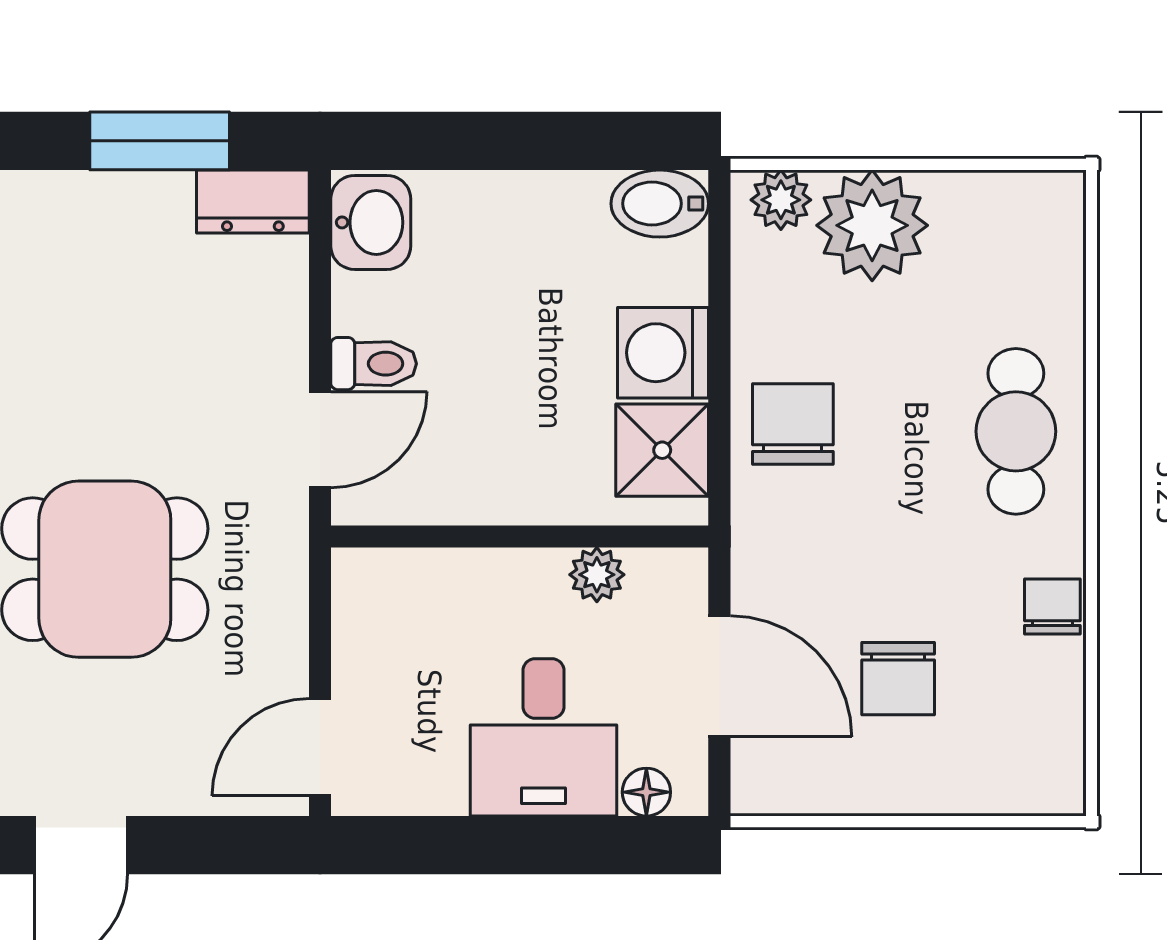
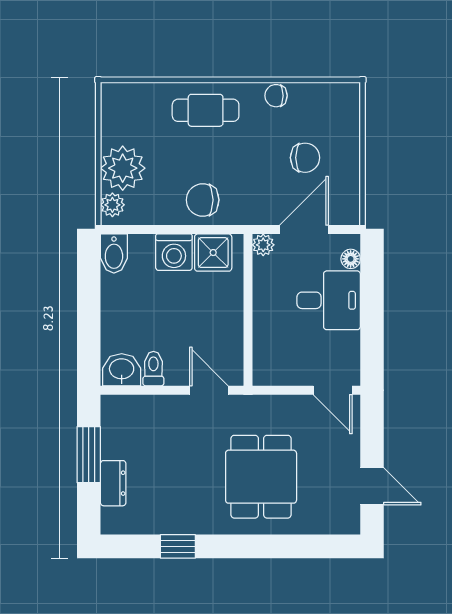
dresser: (253, 201) -> (113, 483), moved
toilet: (374, 364) -> (153, 369), moved
plant: (597, 575) -> (263, 245), moved

